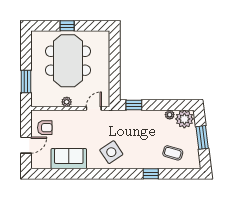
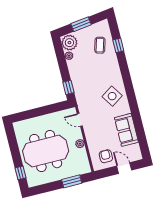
window: (67, 26) -> (20, 173), moved
window: (151, 174) -> (118, 45), moved

